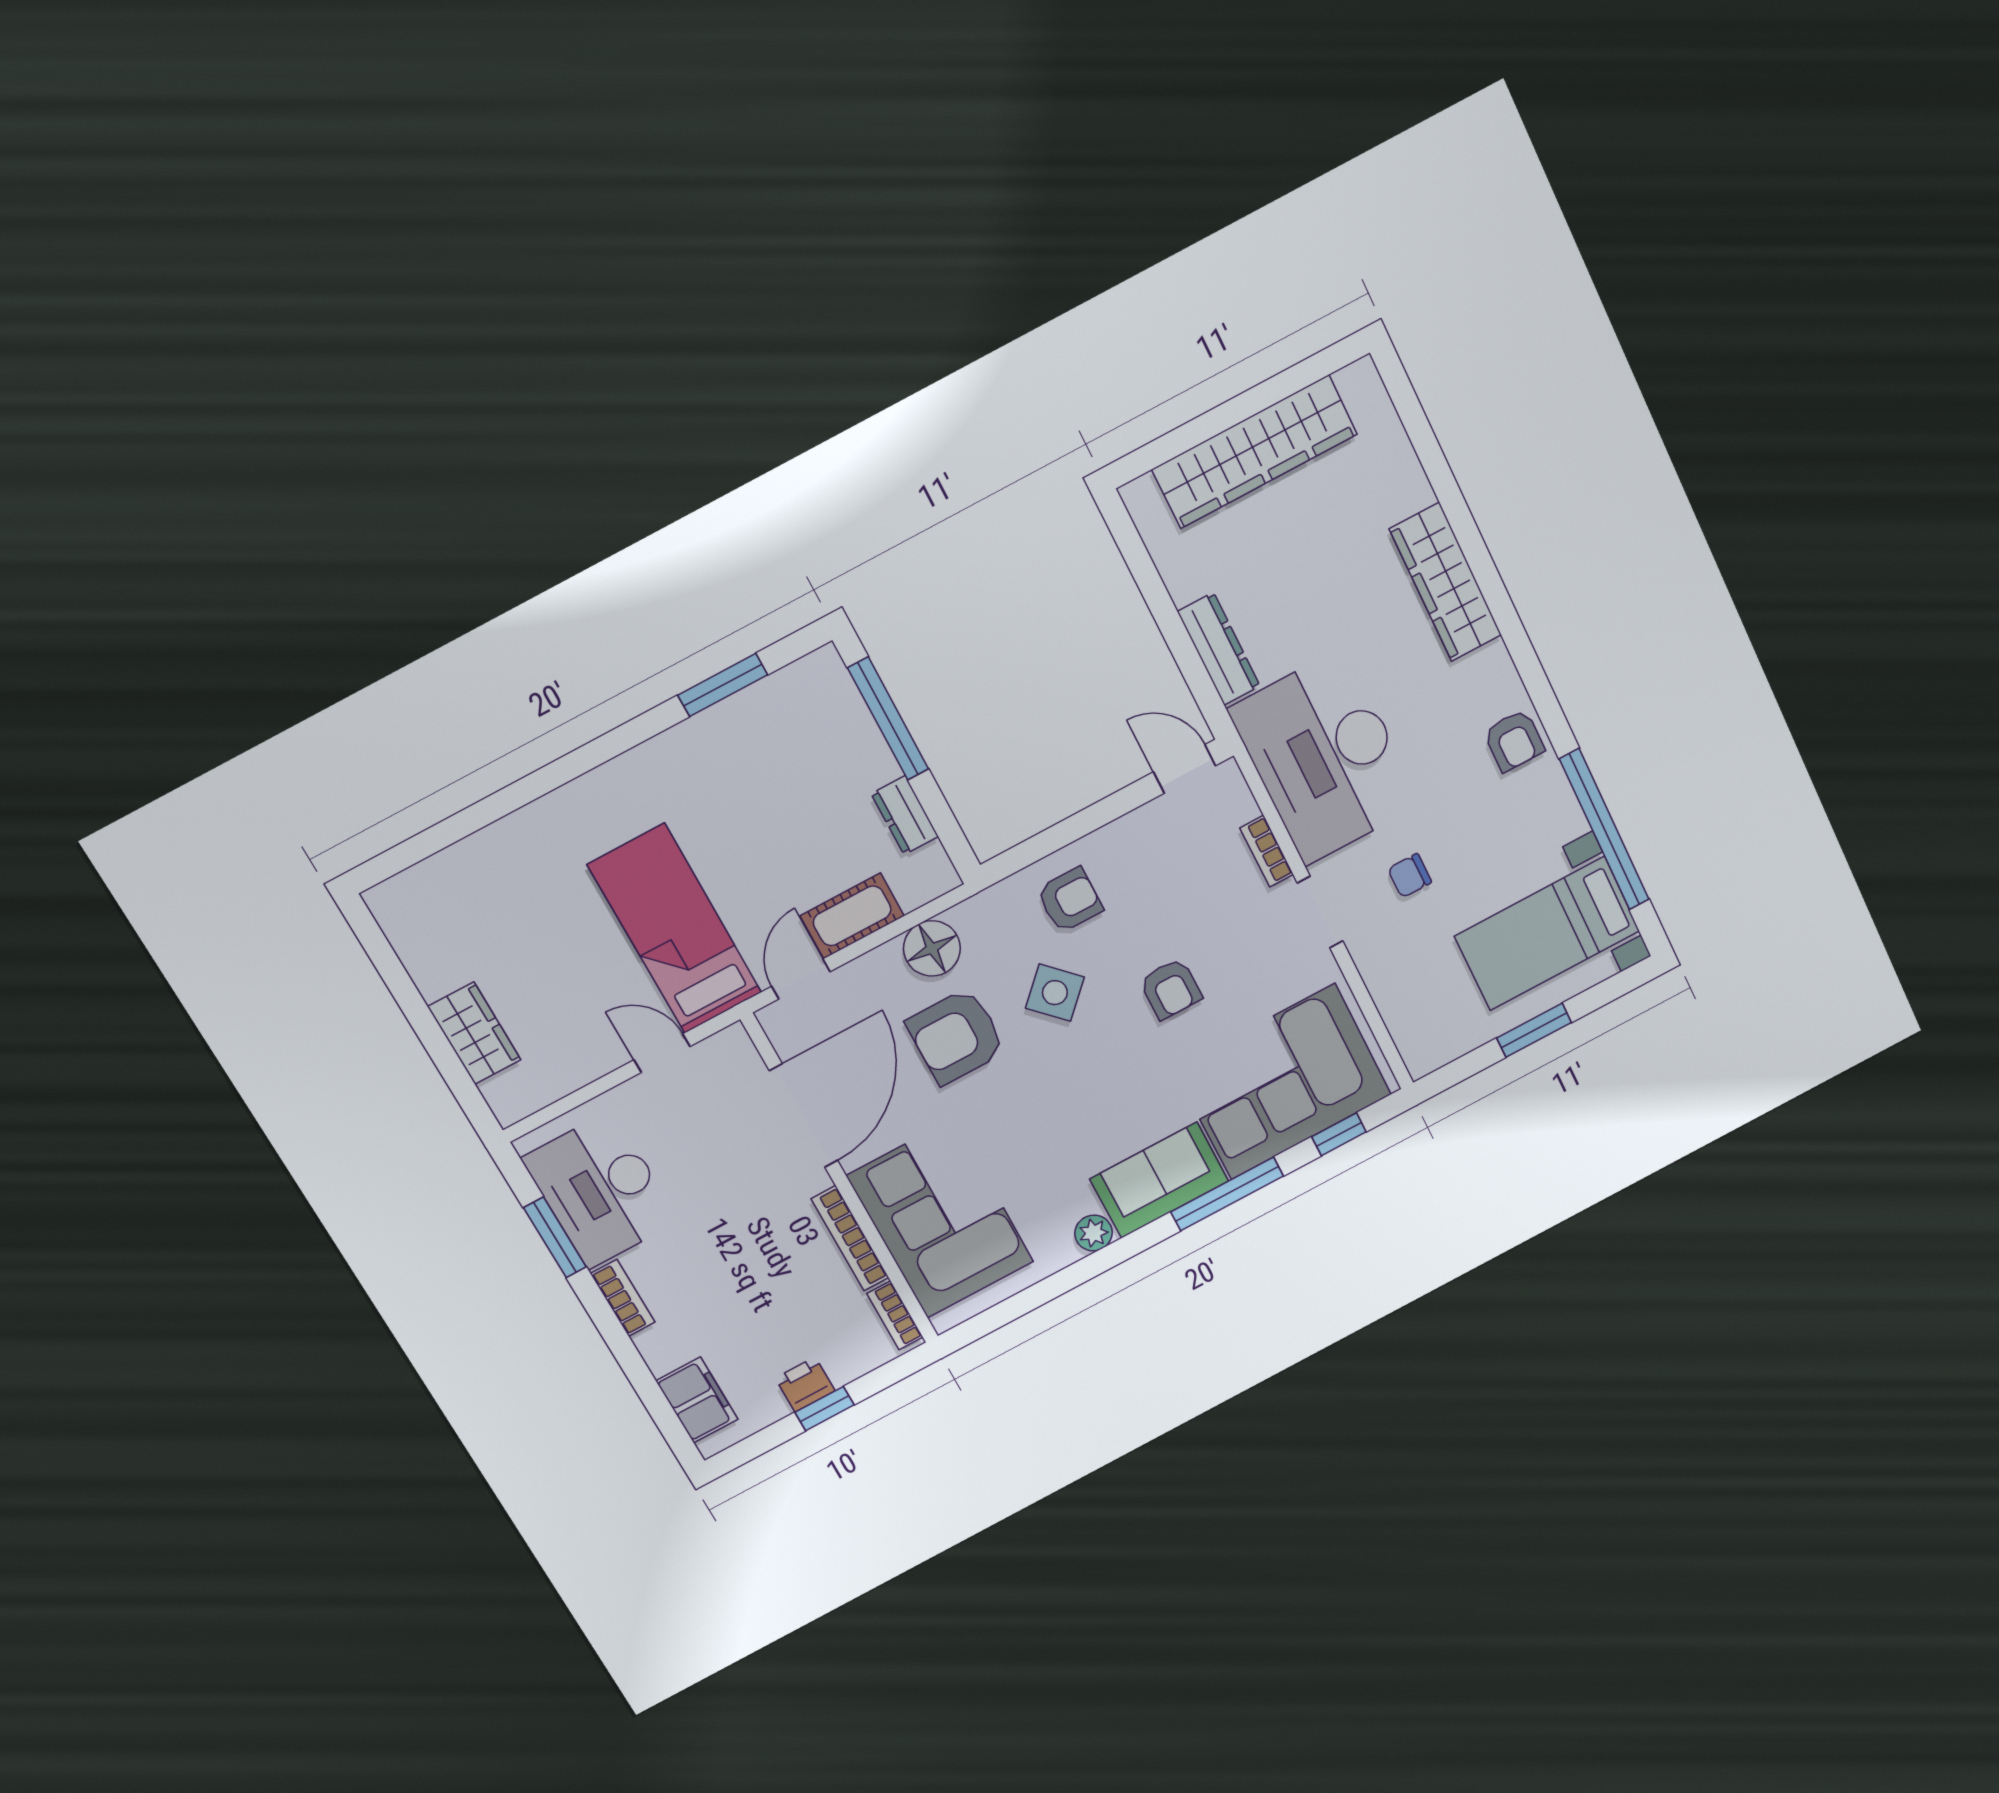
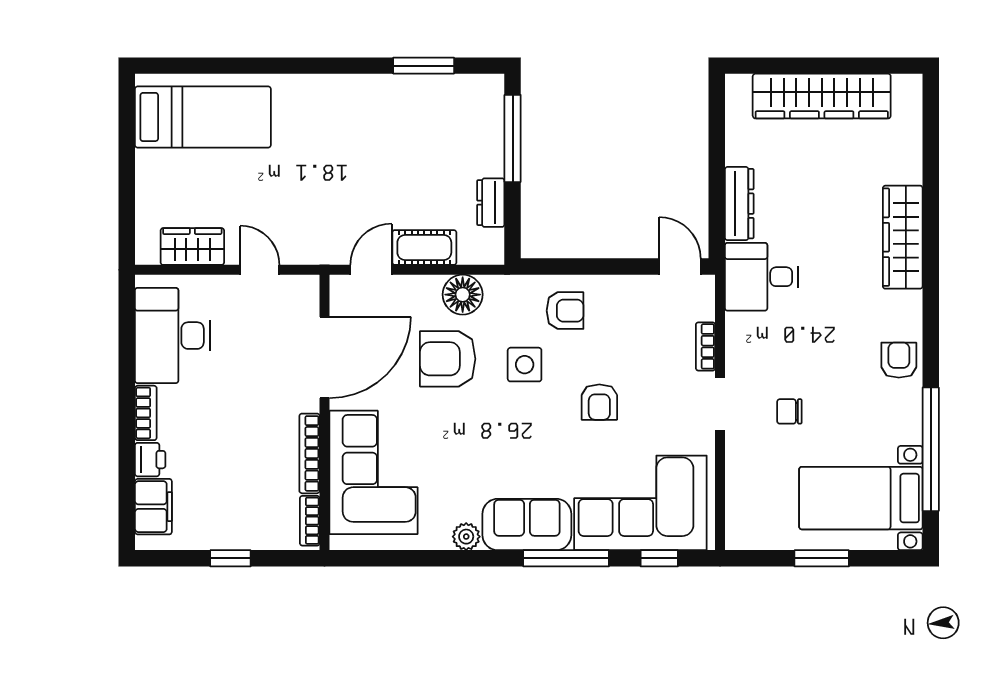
armchair: (1514, 741) -> (899, 360), turned 180
desk: (1325, 757) -> (761, 277), width x0.53, depth x0.77
bed: (675, 929) -> (203, 117), moved, turned 90
side table: (1055, 993) -> (525, 365), turned 45
wardrobe: (474, 1033) -> (192, 247), moved, turned -90
window: (555, 1237) -> (127, 350), removed
printer: (805, 1384) -> (150, 460), moved, turned 90

